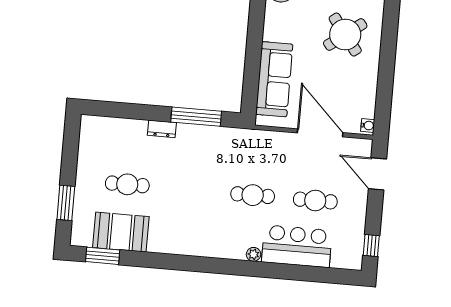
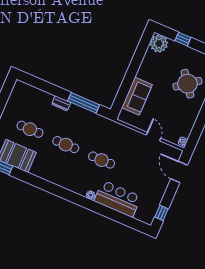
sofa: (274, 79) -> (137, 96), width x0.73
door: (320, 133) -> (153, 137), width x0.53
cafe table: (315, 200) -> (66, 145), moved

